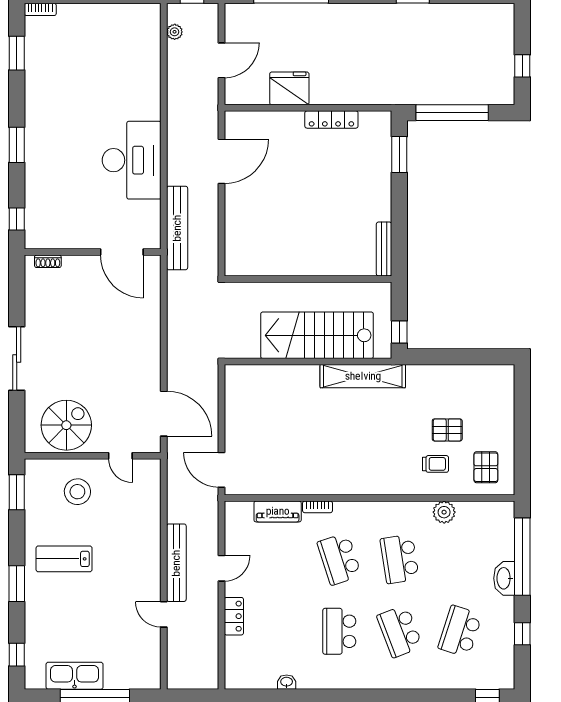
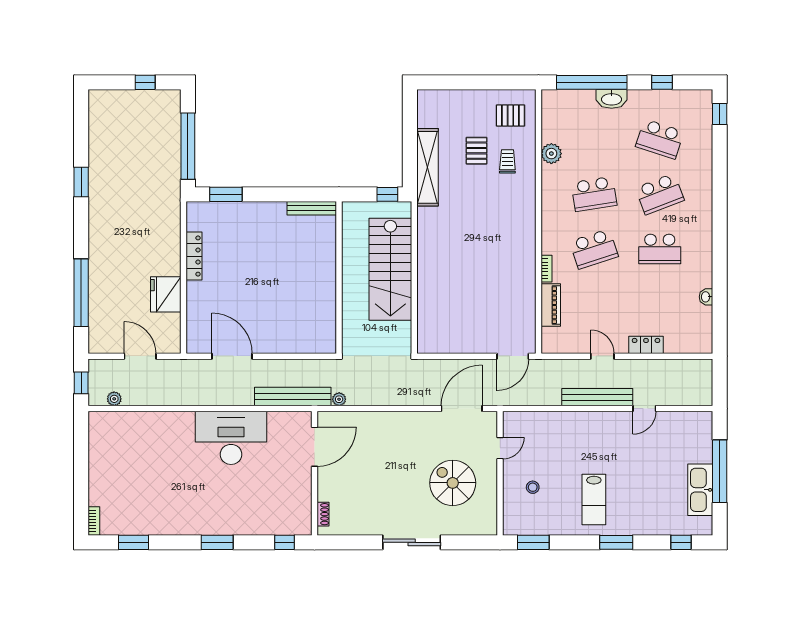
plant: (174, 279) -> (339, 399), added
shelving: (363, 376) -> (428, 167), moved
spiral stairs: (66, 425) -> (453, 483), moved
stool: (77, 492) -> (533, 487), width x0.53, depth x0.53

